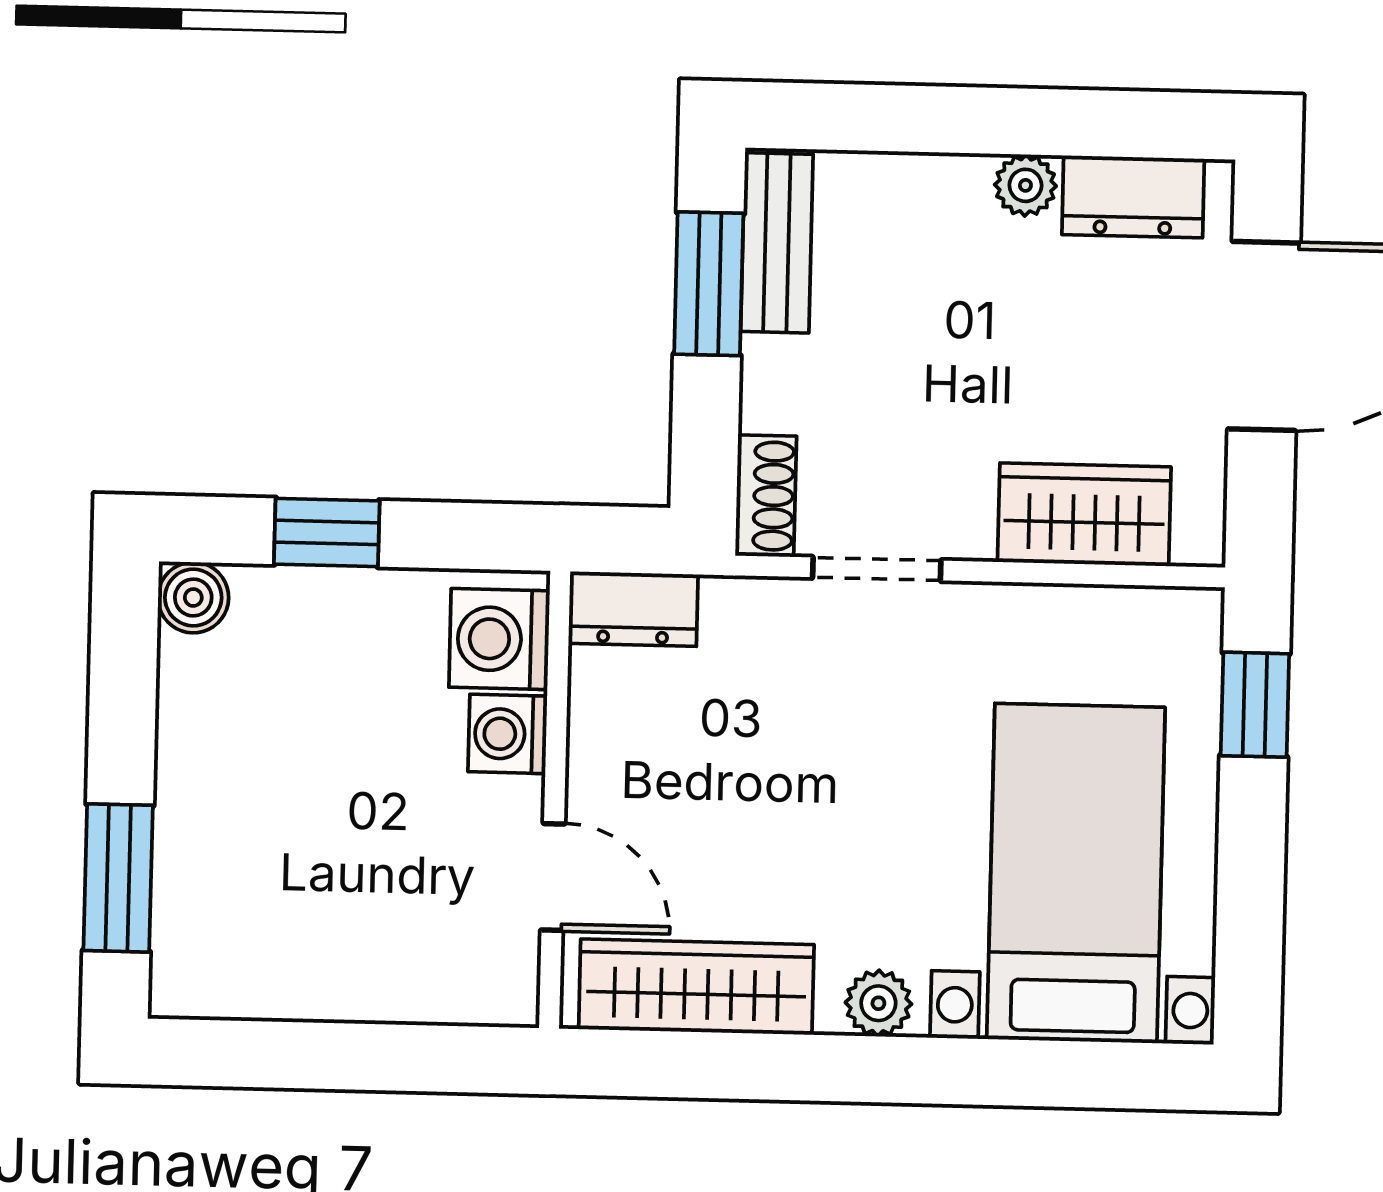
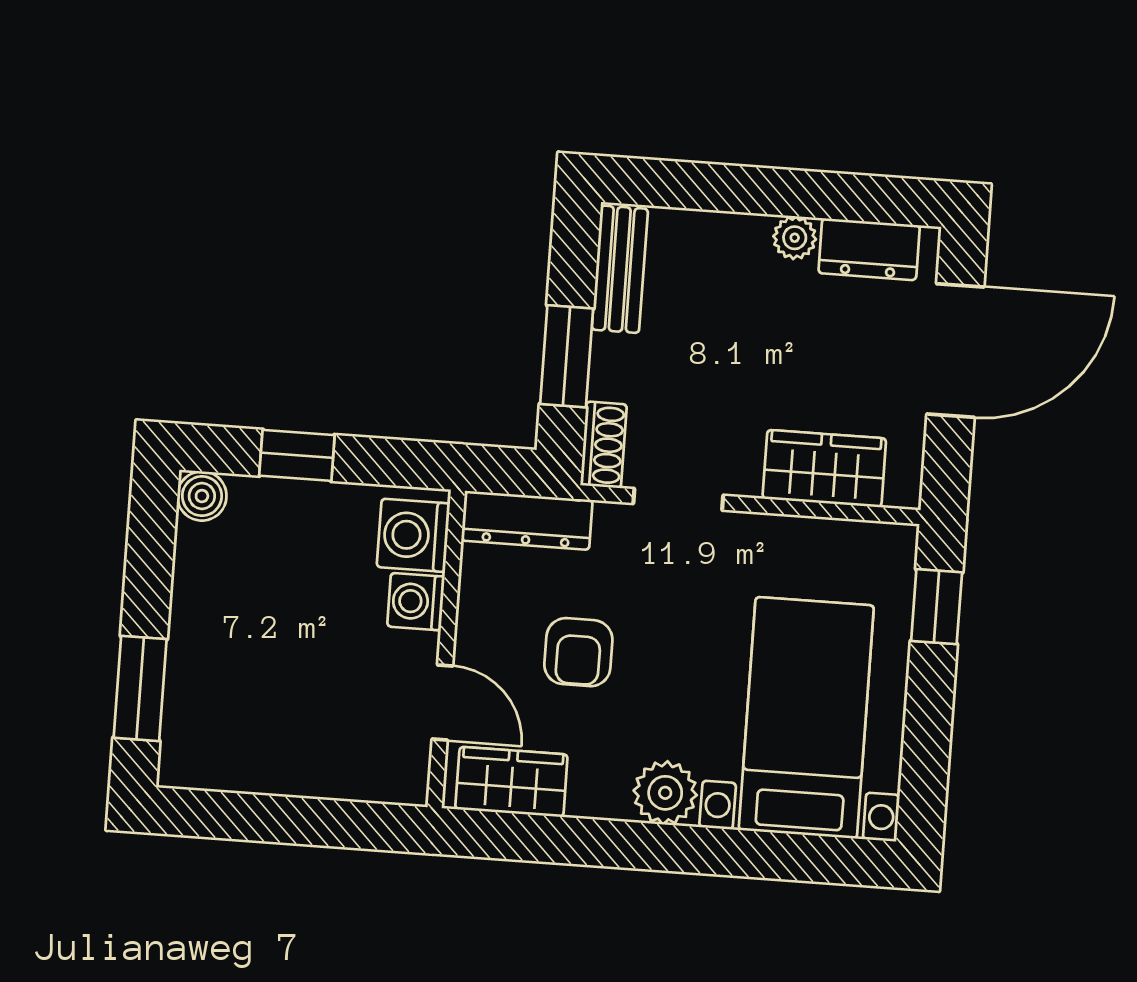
window: (709, 284) -> (567, 356), moved
dresser: (633, 609) -> (527, 520), width x1.44
armchair: (744, 795) -> (578, 652), added
wardrobe: (696, 987) -> (511, 782), width x0.67
plant: (878, 1003) -> (665, 793), width x1.38, depth x1.38

